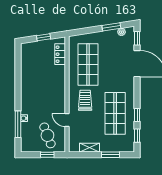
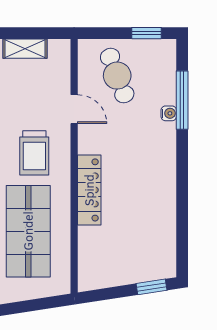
window: (44, 37) -> (152, 287), moved
locker: (60, 54) -> (89, 190), moved, width x1.53
window: (47, 155) -> (147, 33), moved

